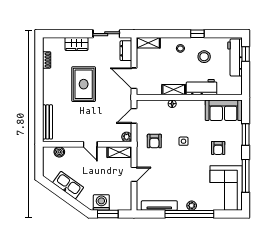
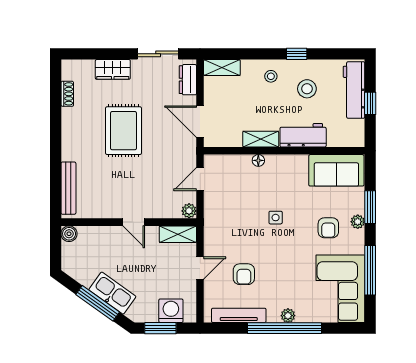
window: (246, 54) -> (370, 103), moved
armchair: (154, 141) -> (244, 274), moved
plant: (237, 144) -> (358, 222), added
boiler: (59, 152) -> (69, 234), moved
kitchen sink: (68, 185) -> (112, 293), moved
window: (67, 198) -> (98, 303), added
washing machine: (101, 202) -> (171, 311), moved

